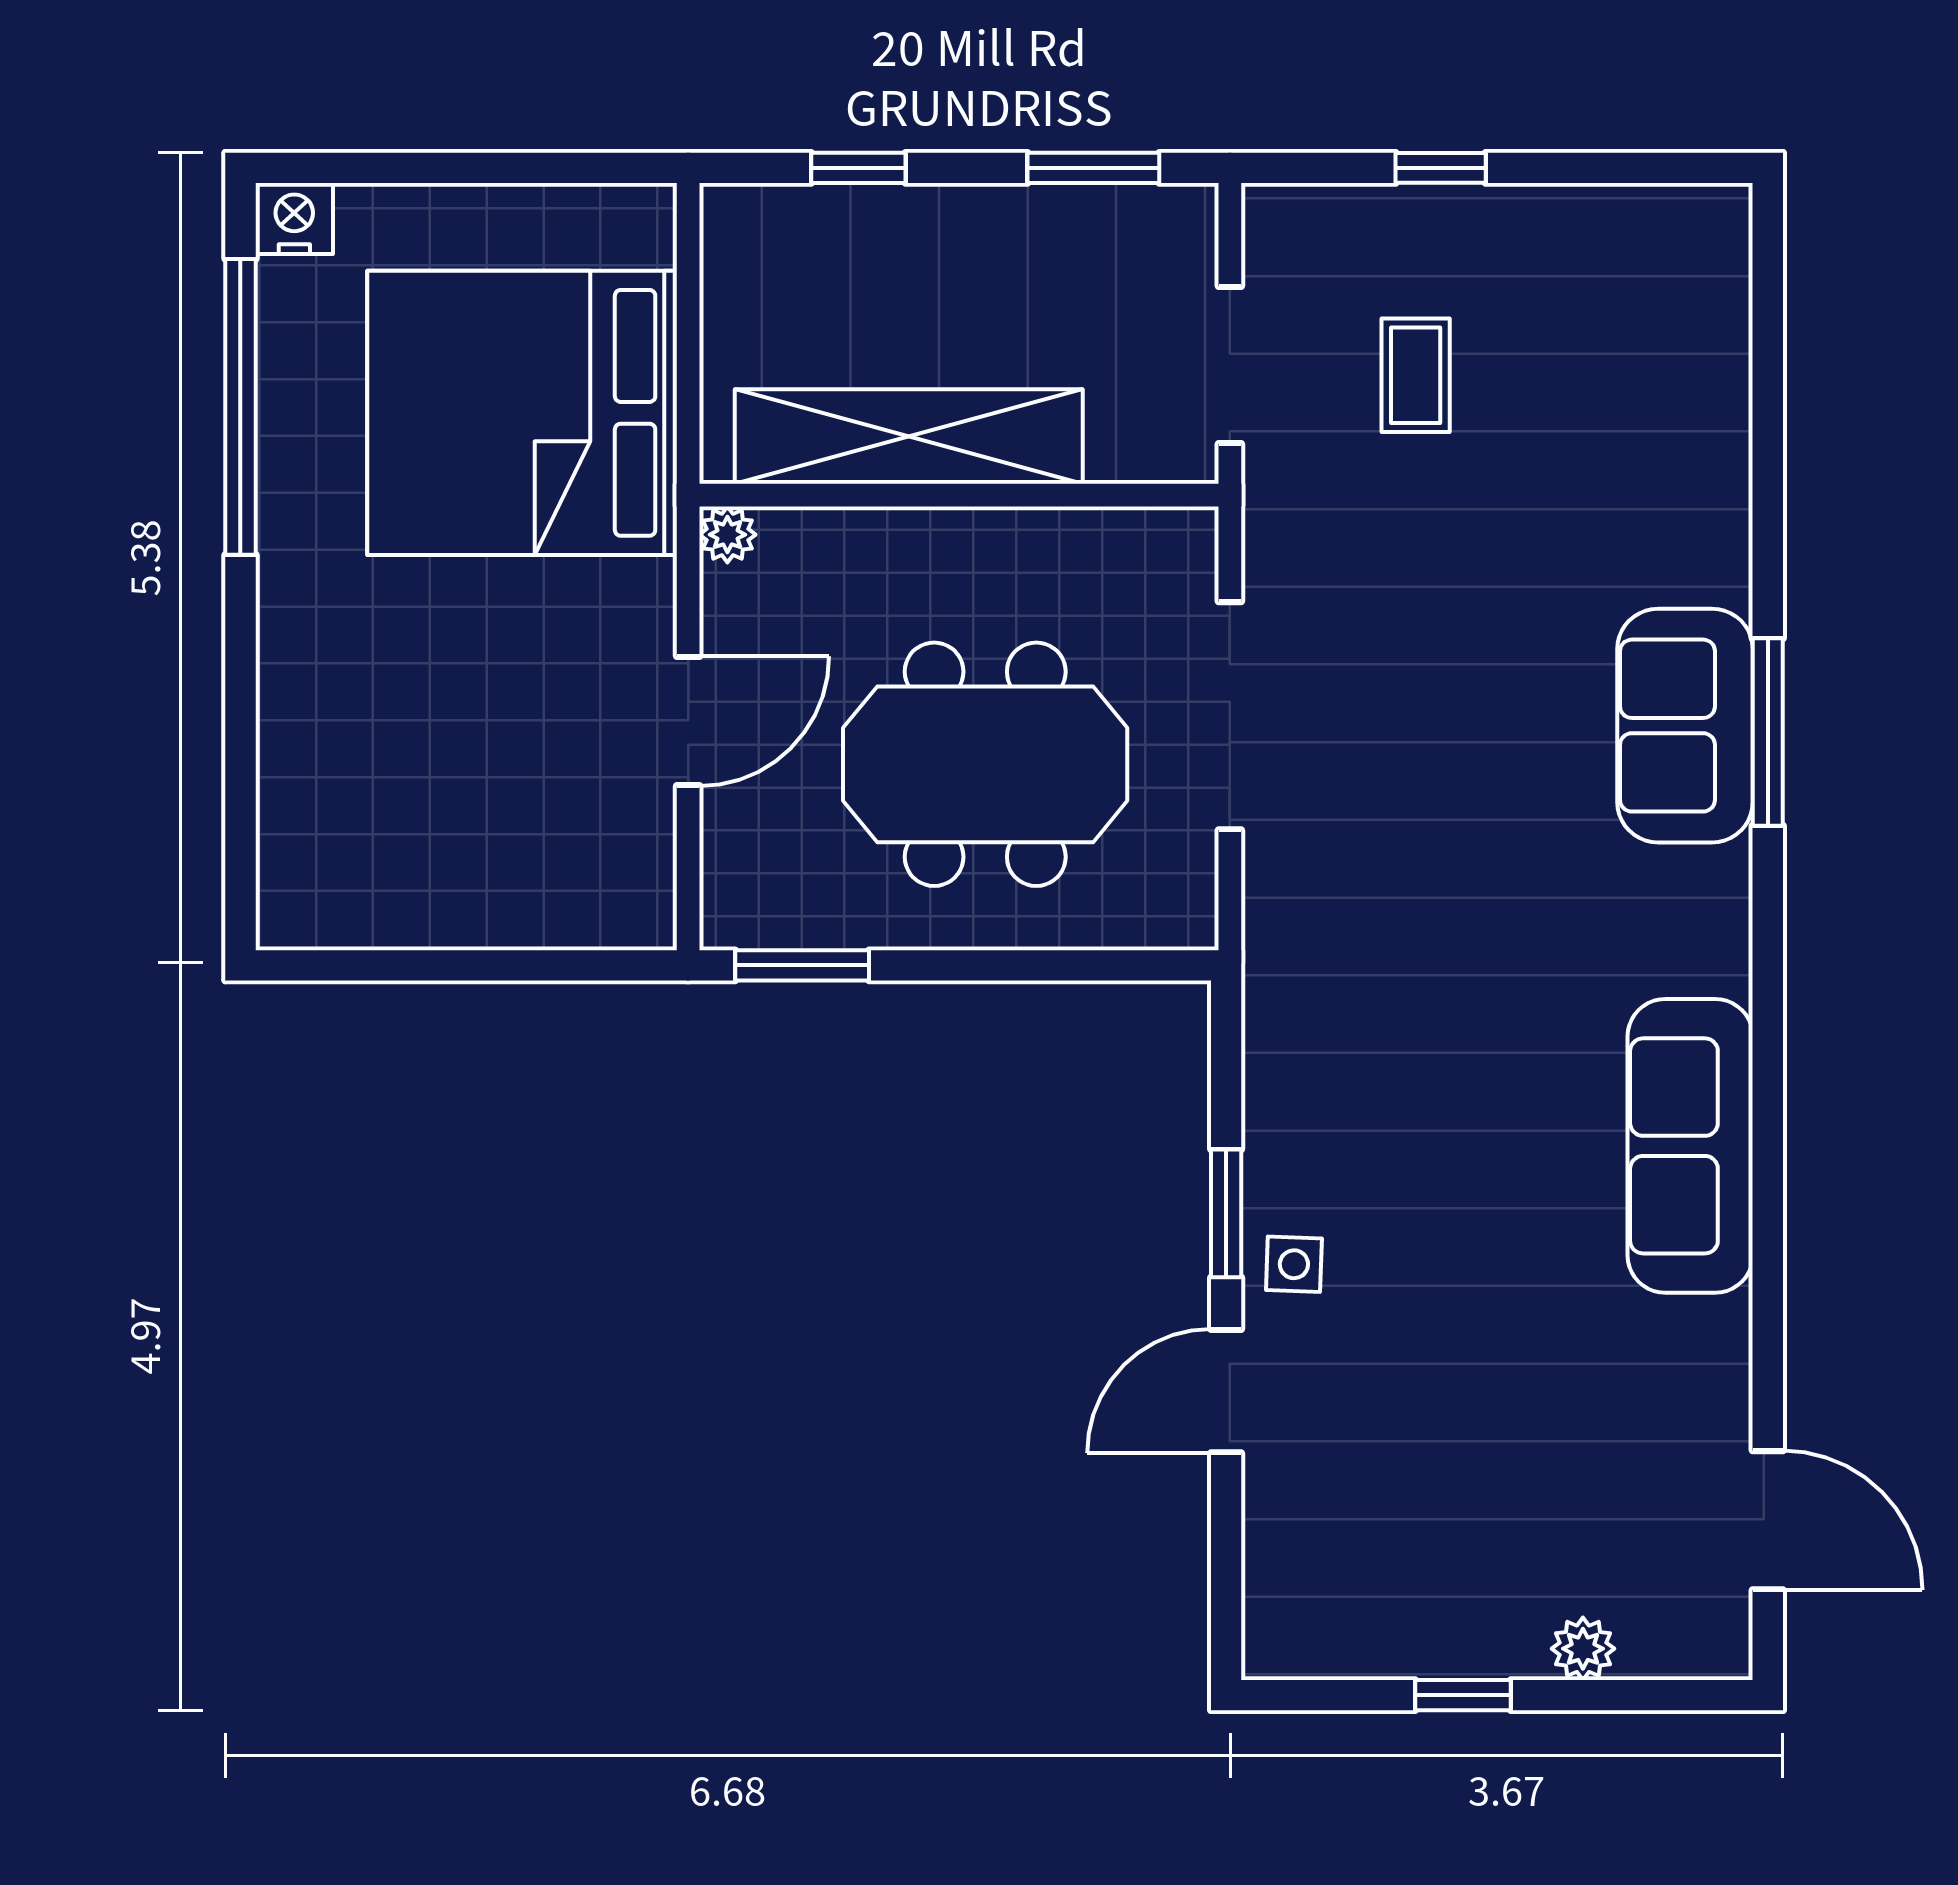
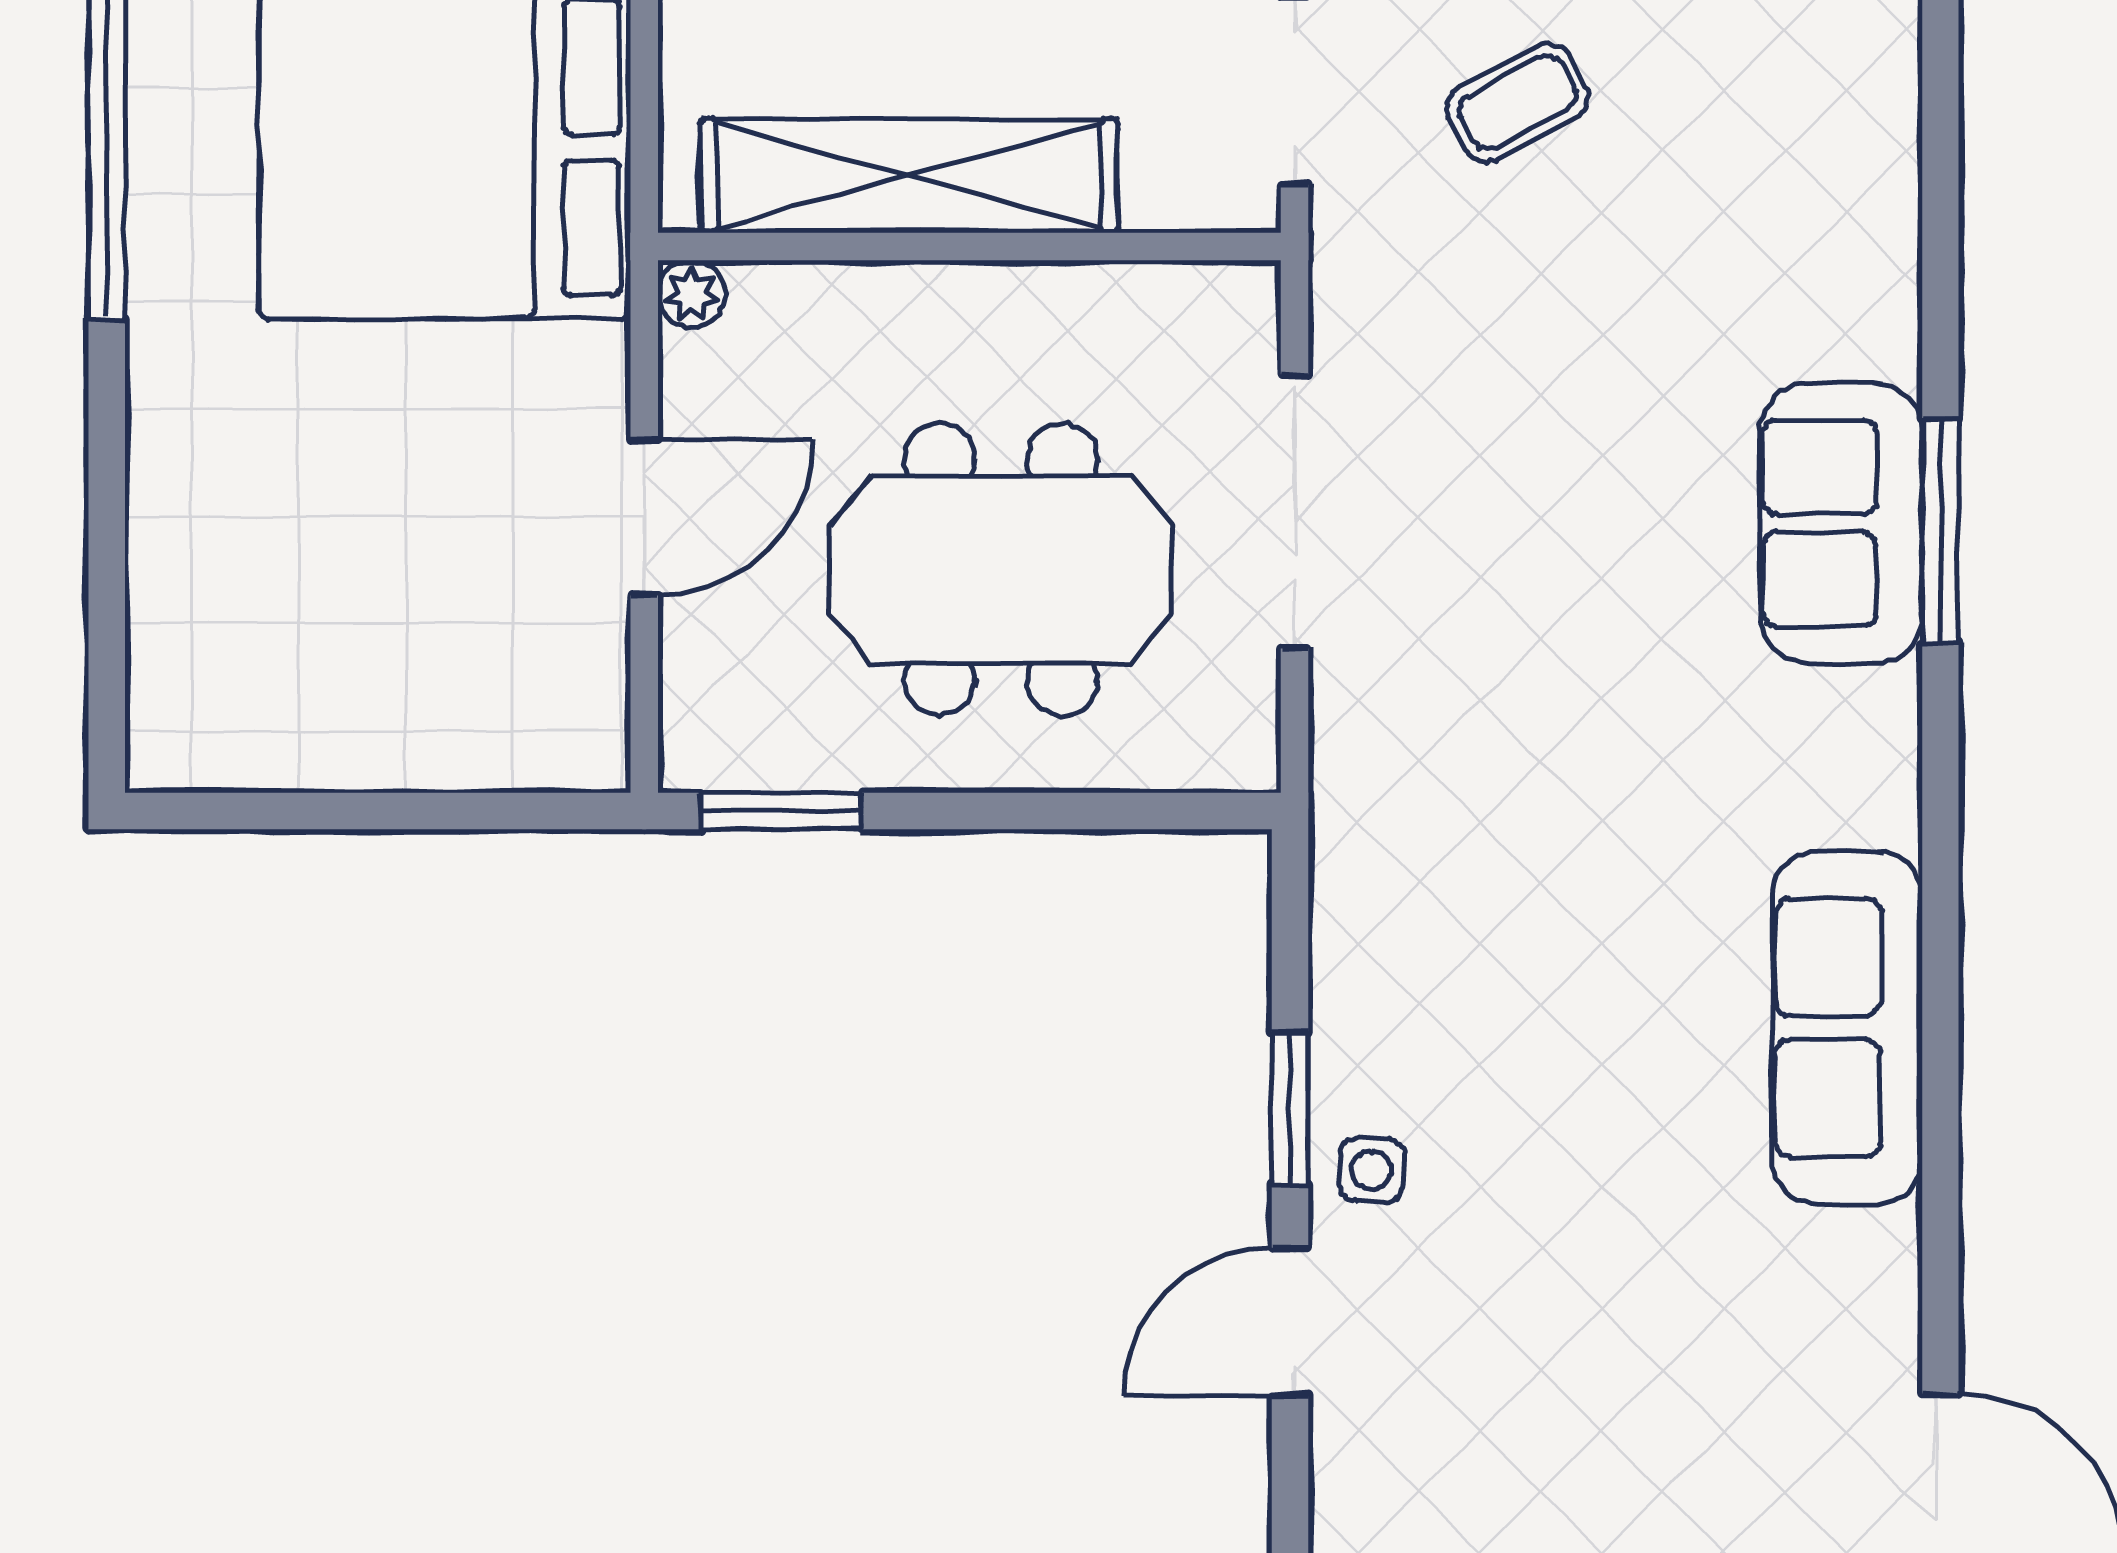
coffee table: (1416, 375) -> (1518, 102), turned 62

